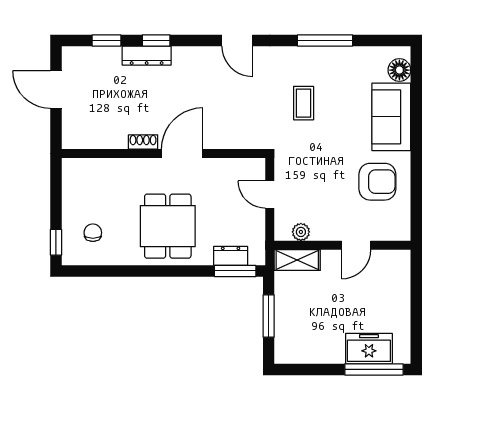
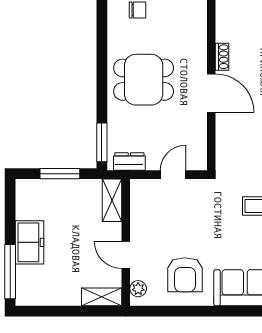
plant: (301, 232) -> (138, 289), moved
dresser: (231, 256) -> (129, 162), moved, turned -90
shelving: (401, 271) -> (102, 297), added
freezer: (369, 349) -> (30, 242), moved

